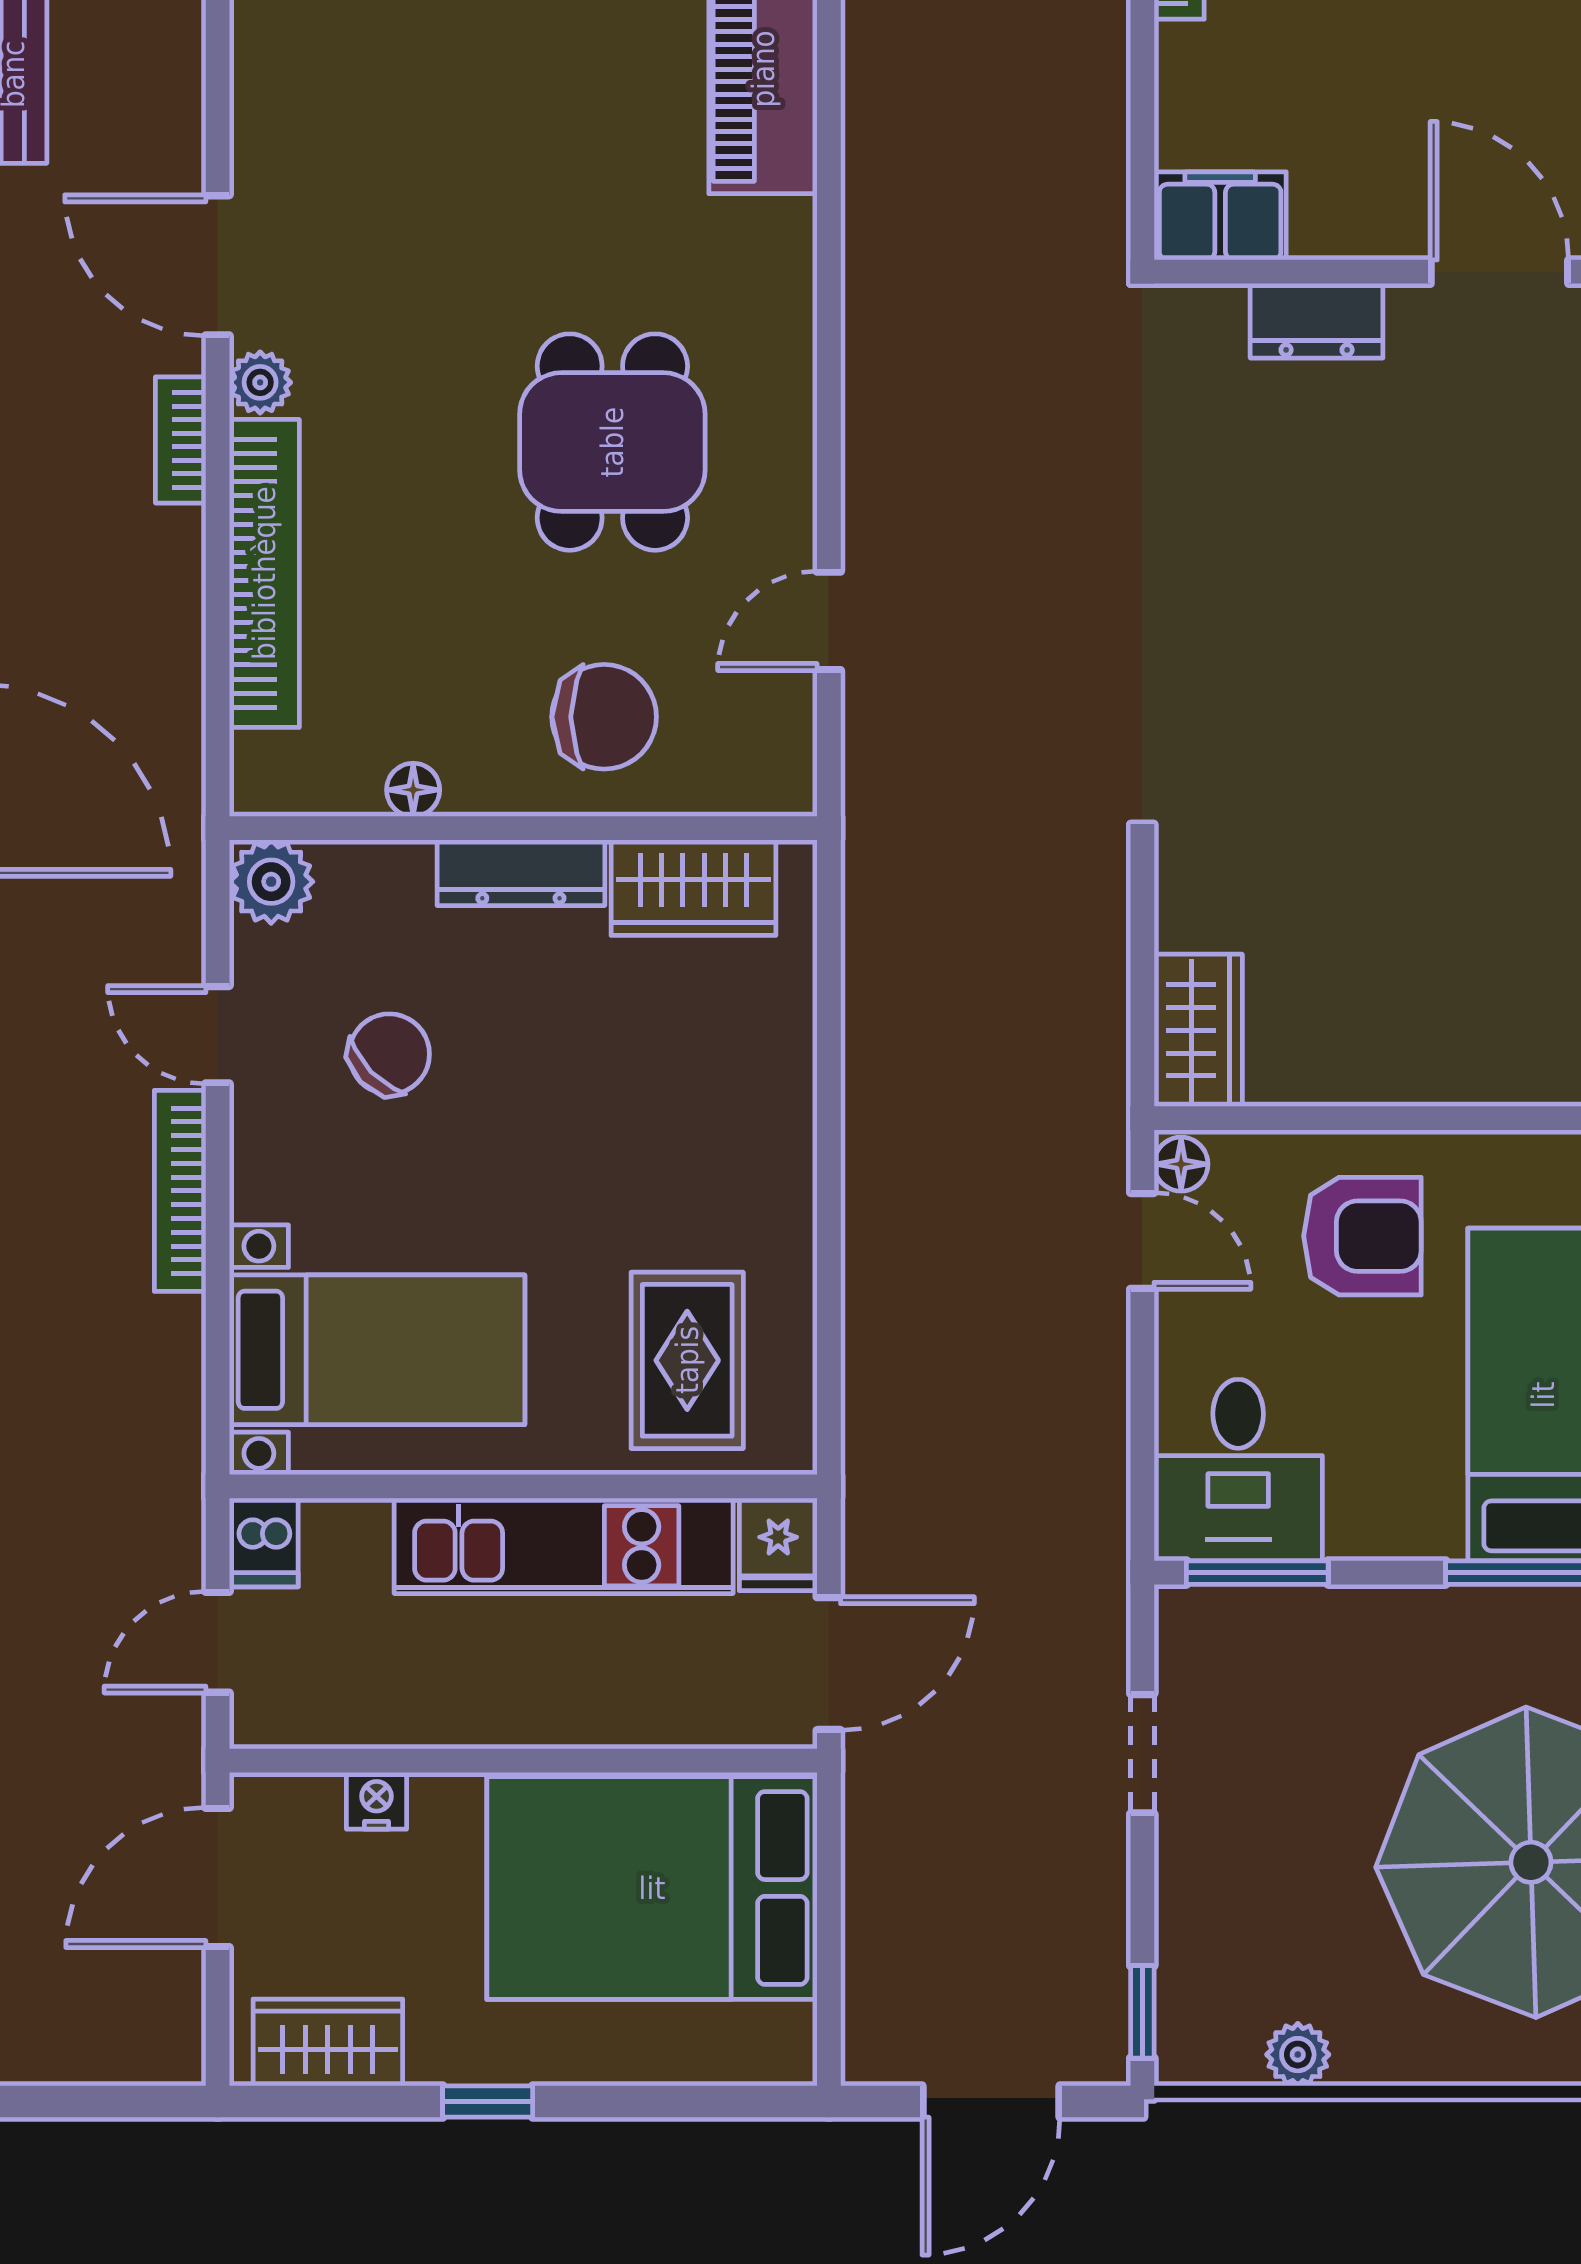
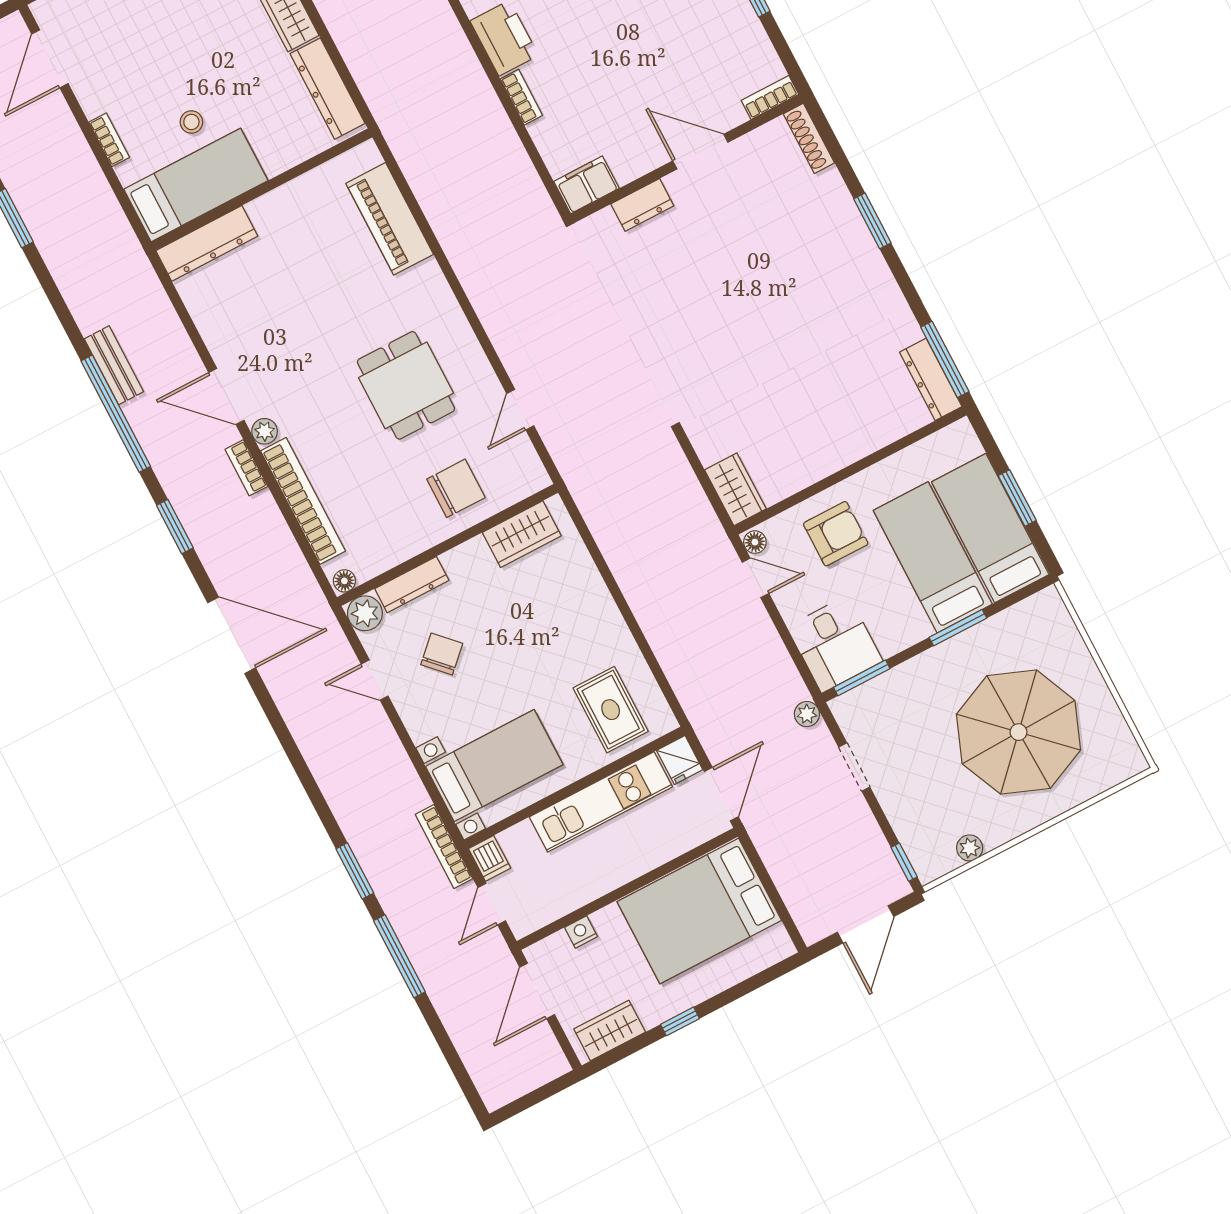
floor lamp: (413, 790) -> (344, 581), moved
dresser: (521, 873) -> (412, 585), moved
bookcase: (180, 1191) -> (444, 847), moved
plant: (1100, 1588) -> (807, 714), added

